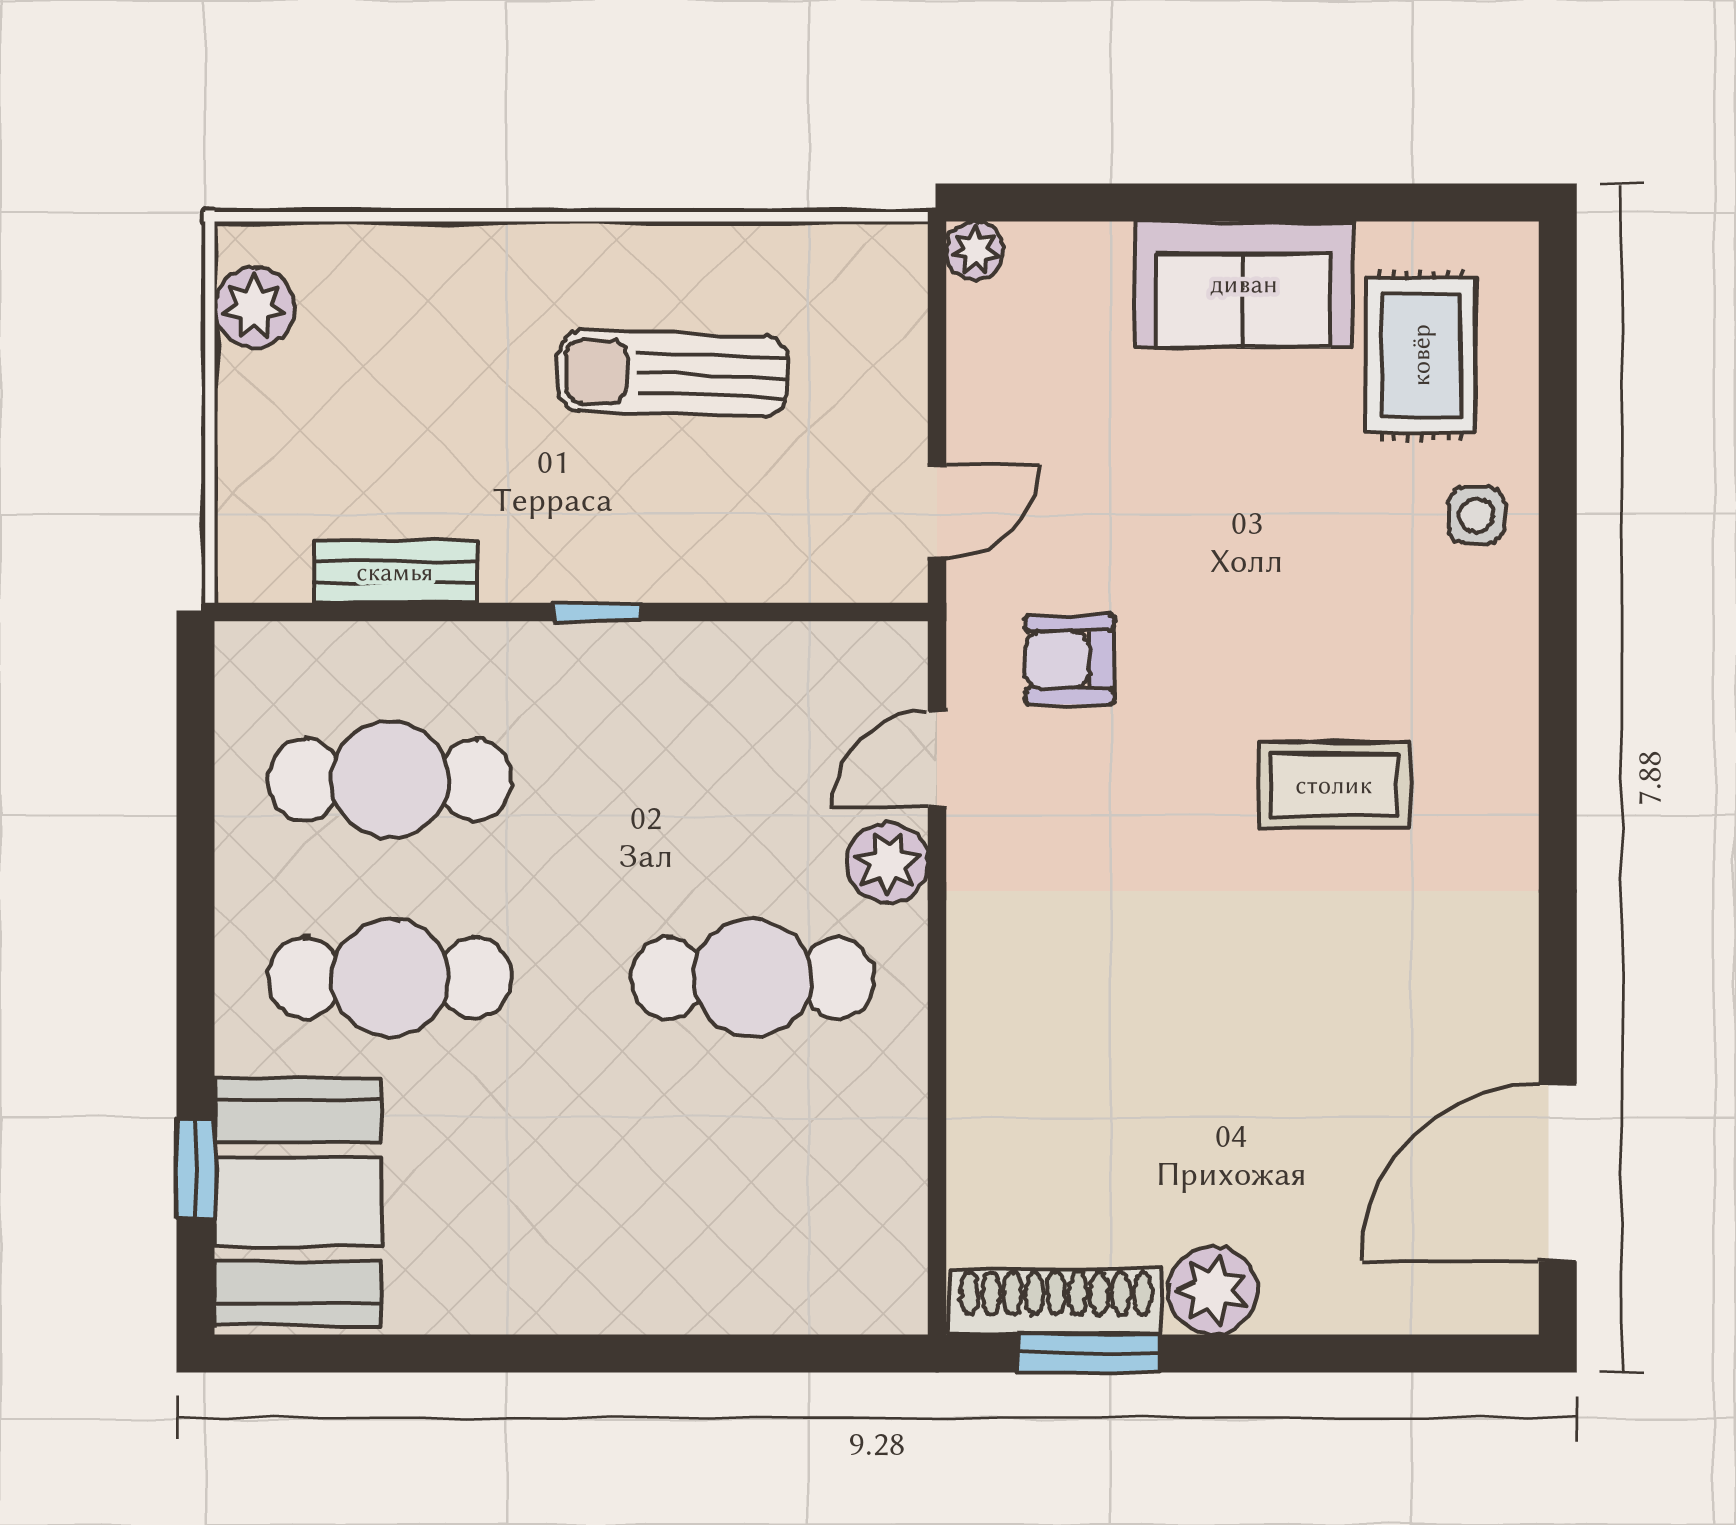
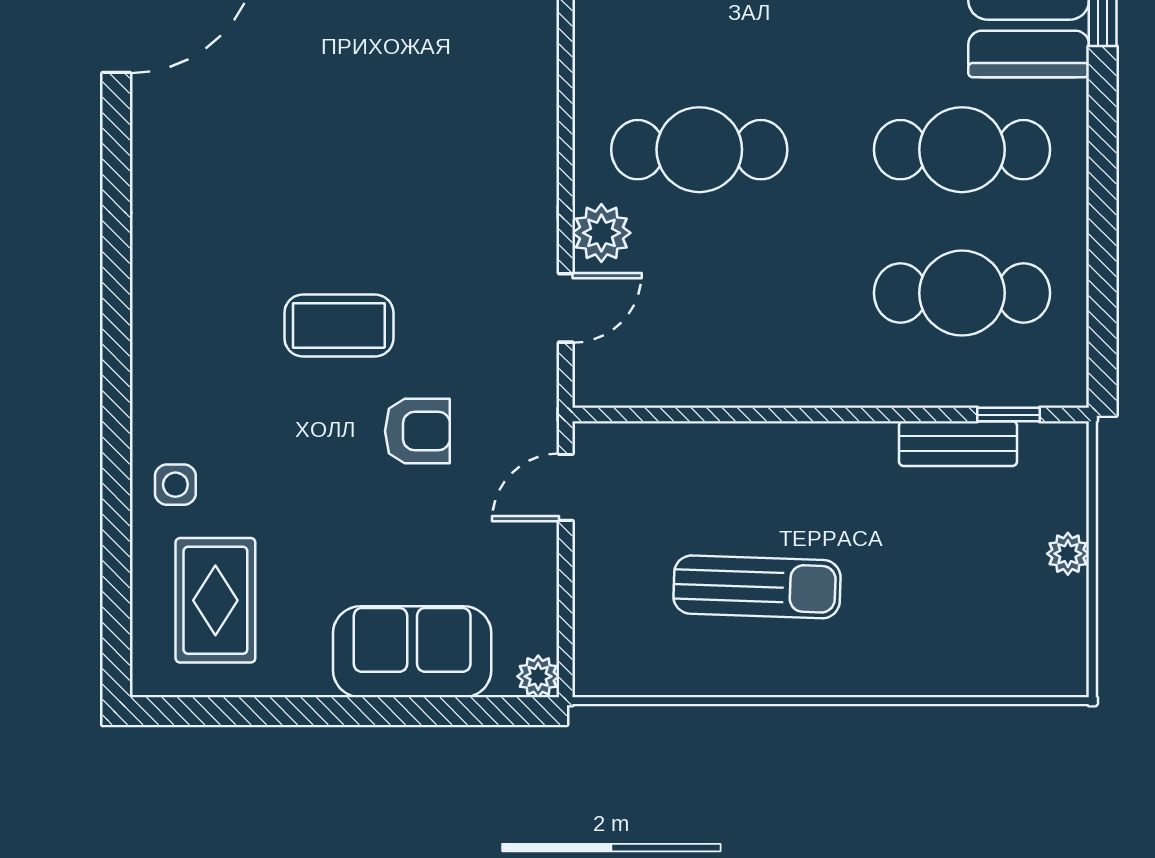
sofa: (1244, 284) -> (412, 652), moved
plant: (254, 308) -> (1068, 554), moved, width x0.73, depth x0.73
window: (597, 612) -> (1008, 415), moved
armchair: (1070, 660) -> (417, 431), moved
coffee table: (1334, 785) -> (339, 325), moved

